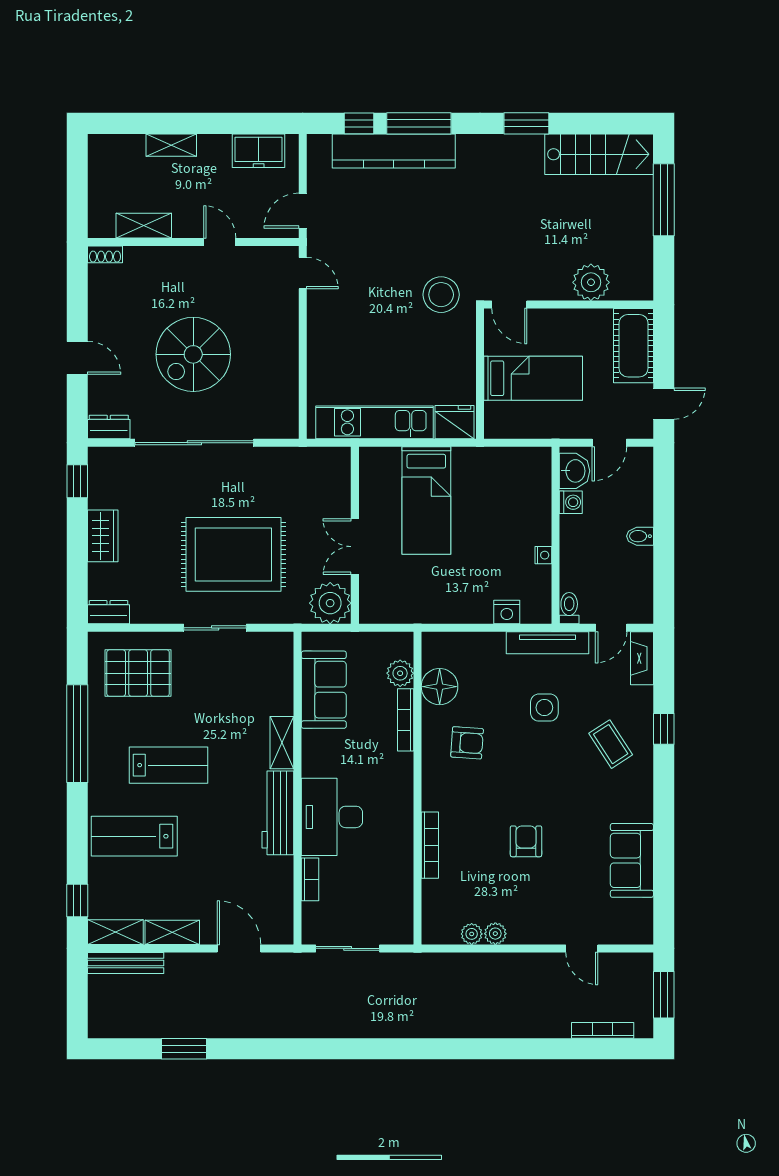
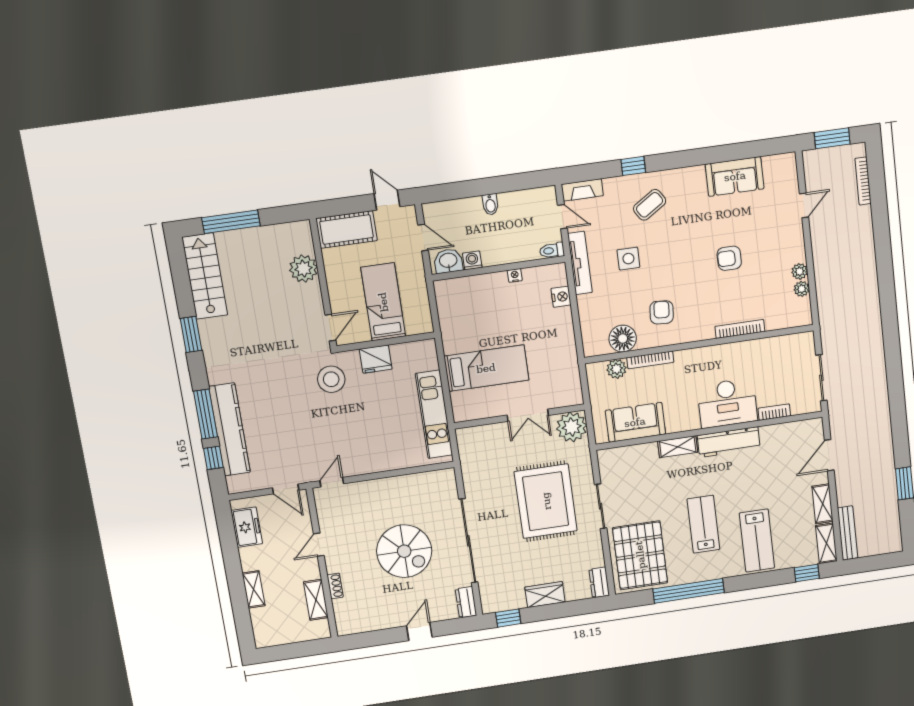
shoe rack: (105, 254) -> (335, 586), moved
fridge: (454, 422) -> (376, 359), moved, turned -90
pallet: (138, 673) -> (640, 555), width x1.37, depth x1.41

